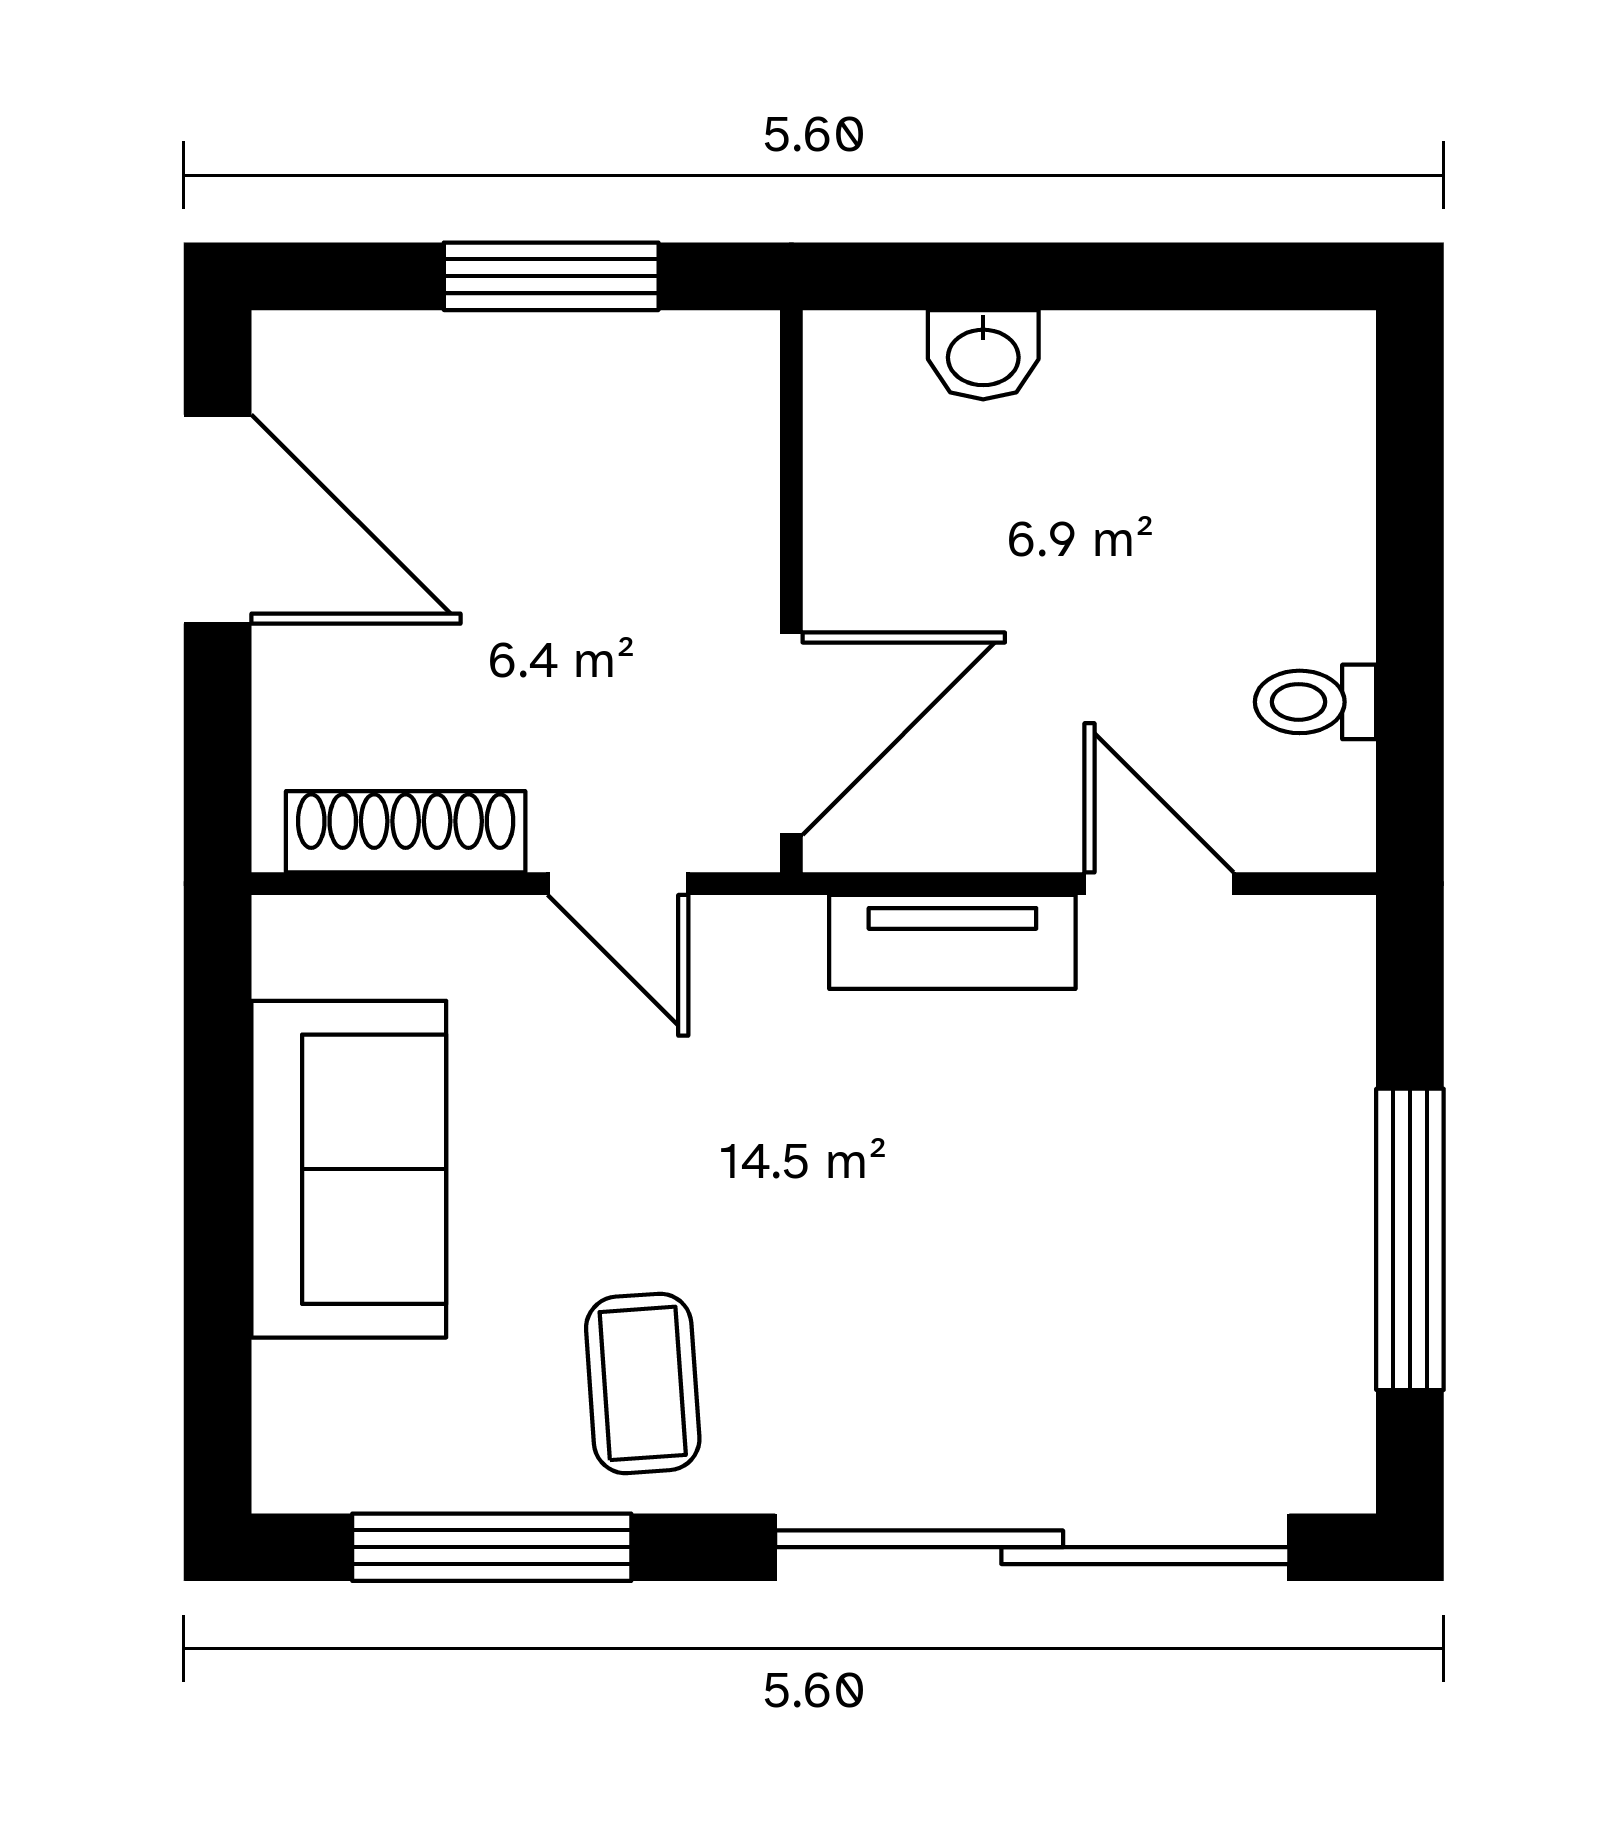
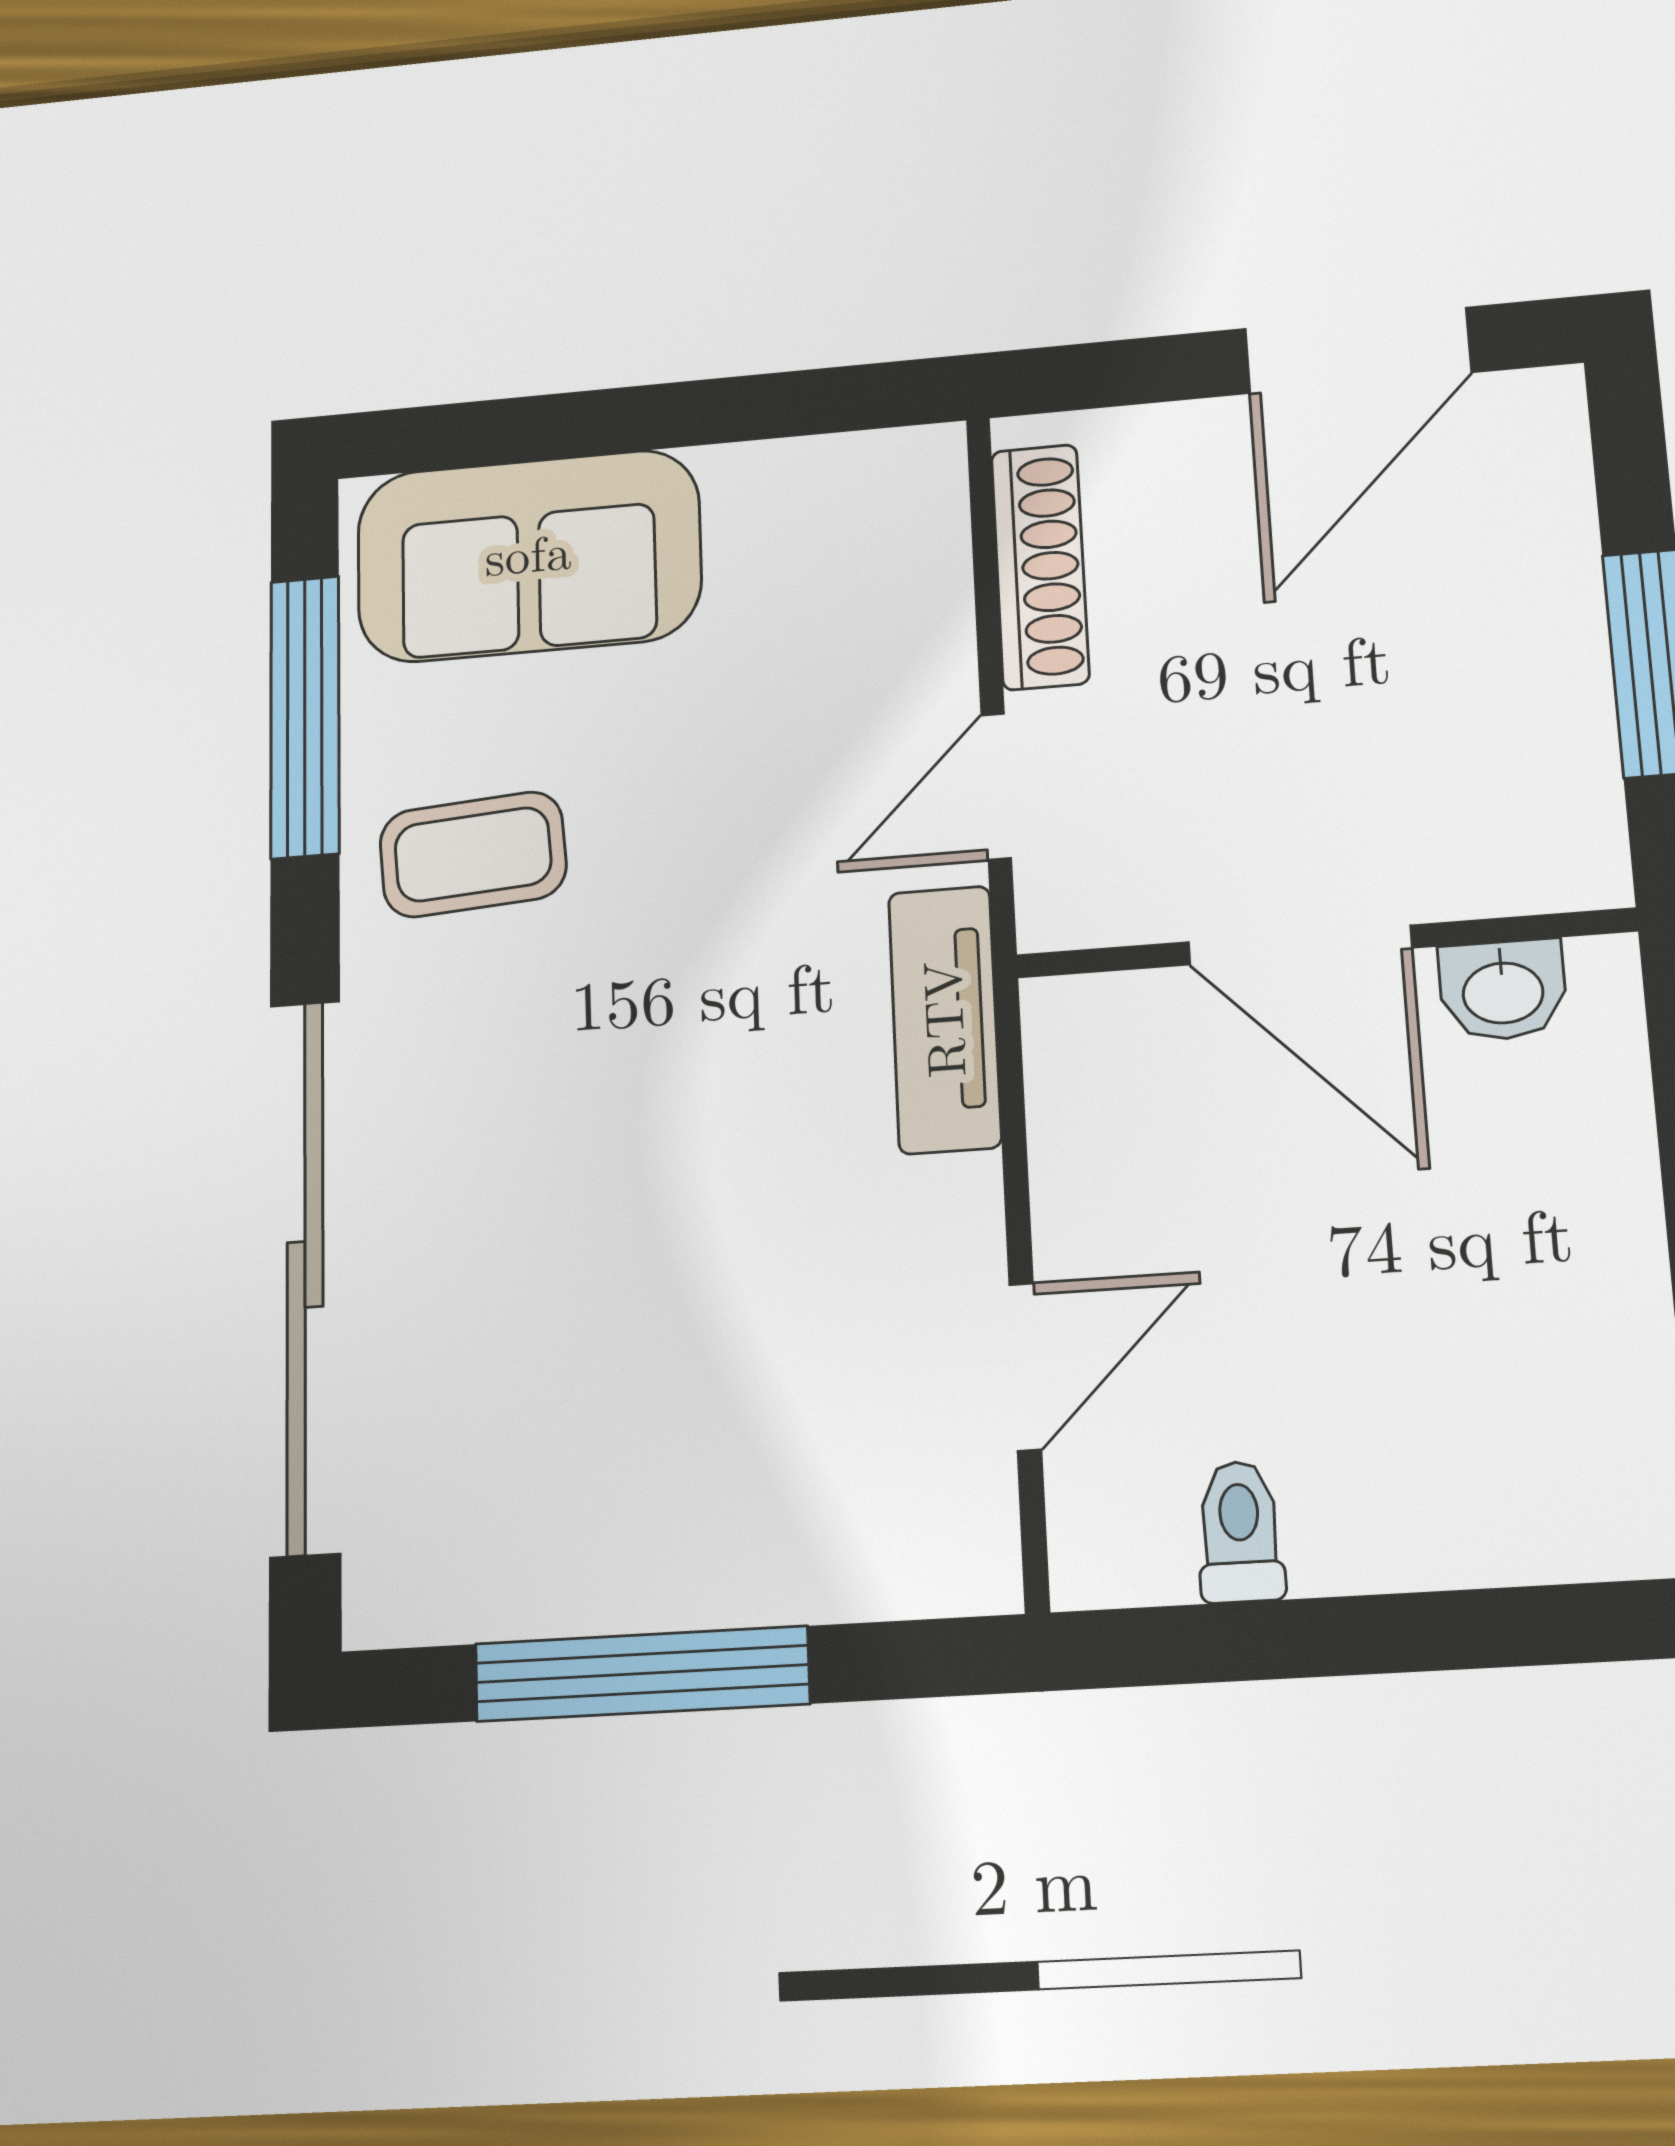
washbasin: (983, 355) -> (1503, 990), moved, turned -90
door: (791, 734) -> (1300, 945), moved
tv unit: (952, 942) -> (945, 1019), moved
sofa: (349, 1169) -> (528, 556), moved

